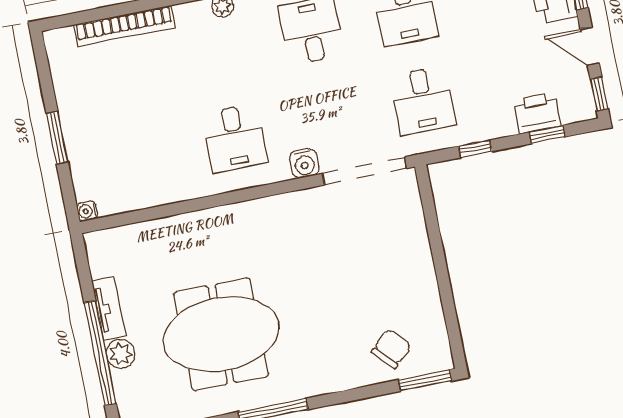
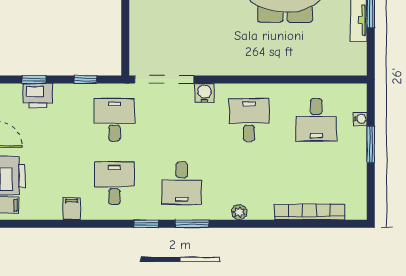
desk: (141, 157) -> (316, 120), added
water cooler: (87, 211) -> (360, 119), moved

